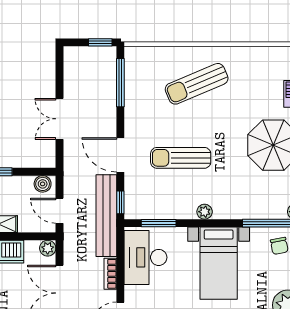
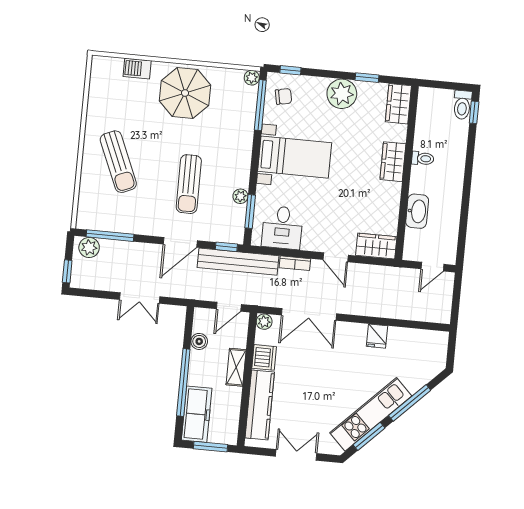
window: (100, 42) -> (67, 271), moved
plant: (106, 62) -> (89, 247), added
boiler: (43, 184) -> (199, 341), moved
plant: (205, 212) -> (240, 196), moved
desk: (146, 257) -> (282, 228), width x0.73

